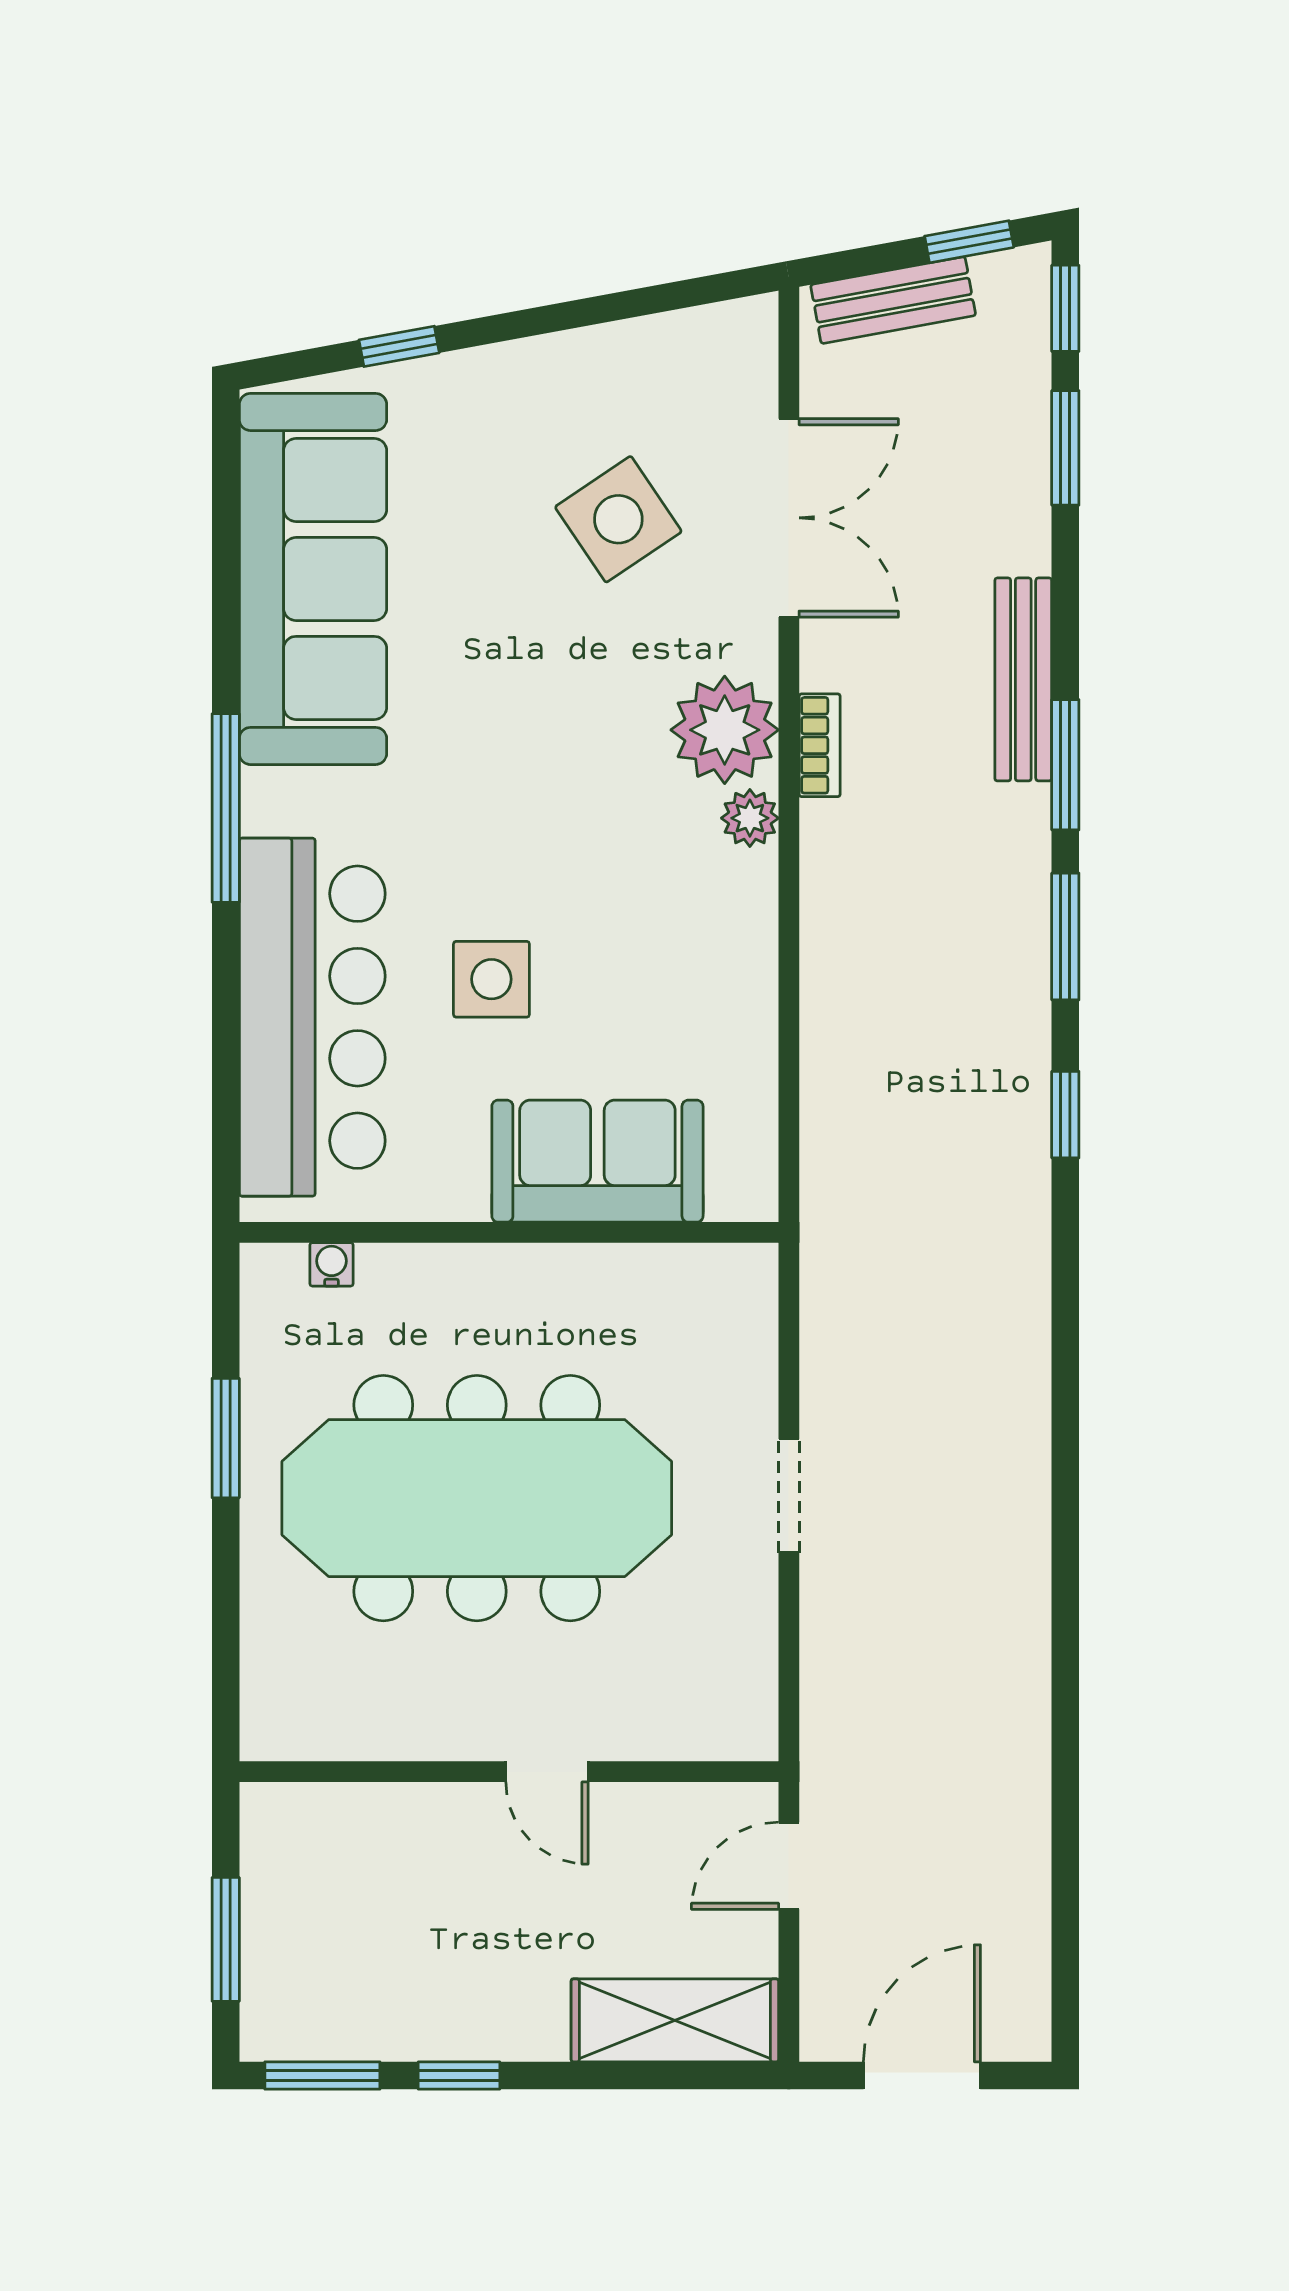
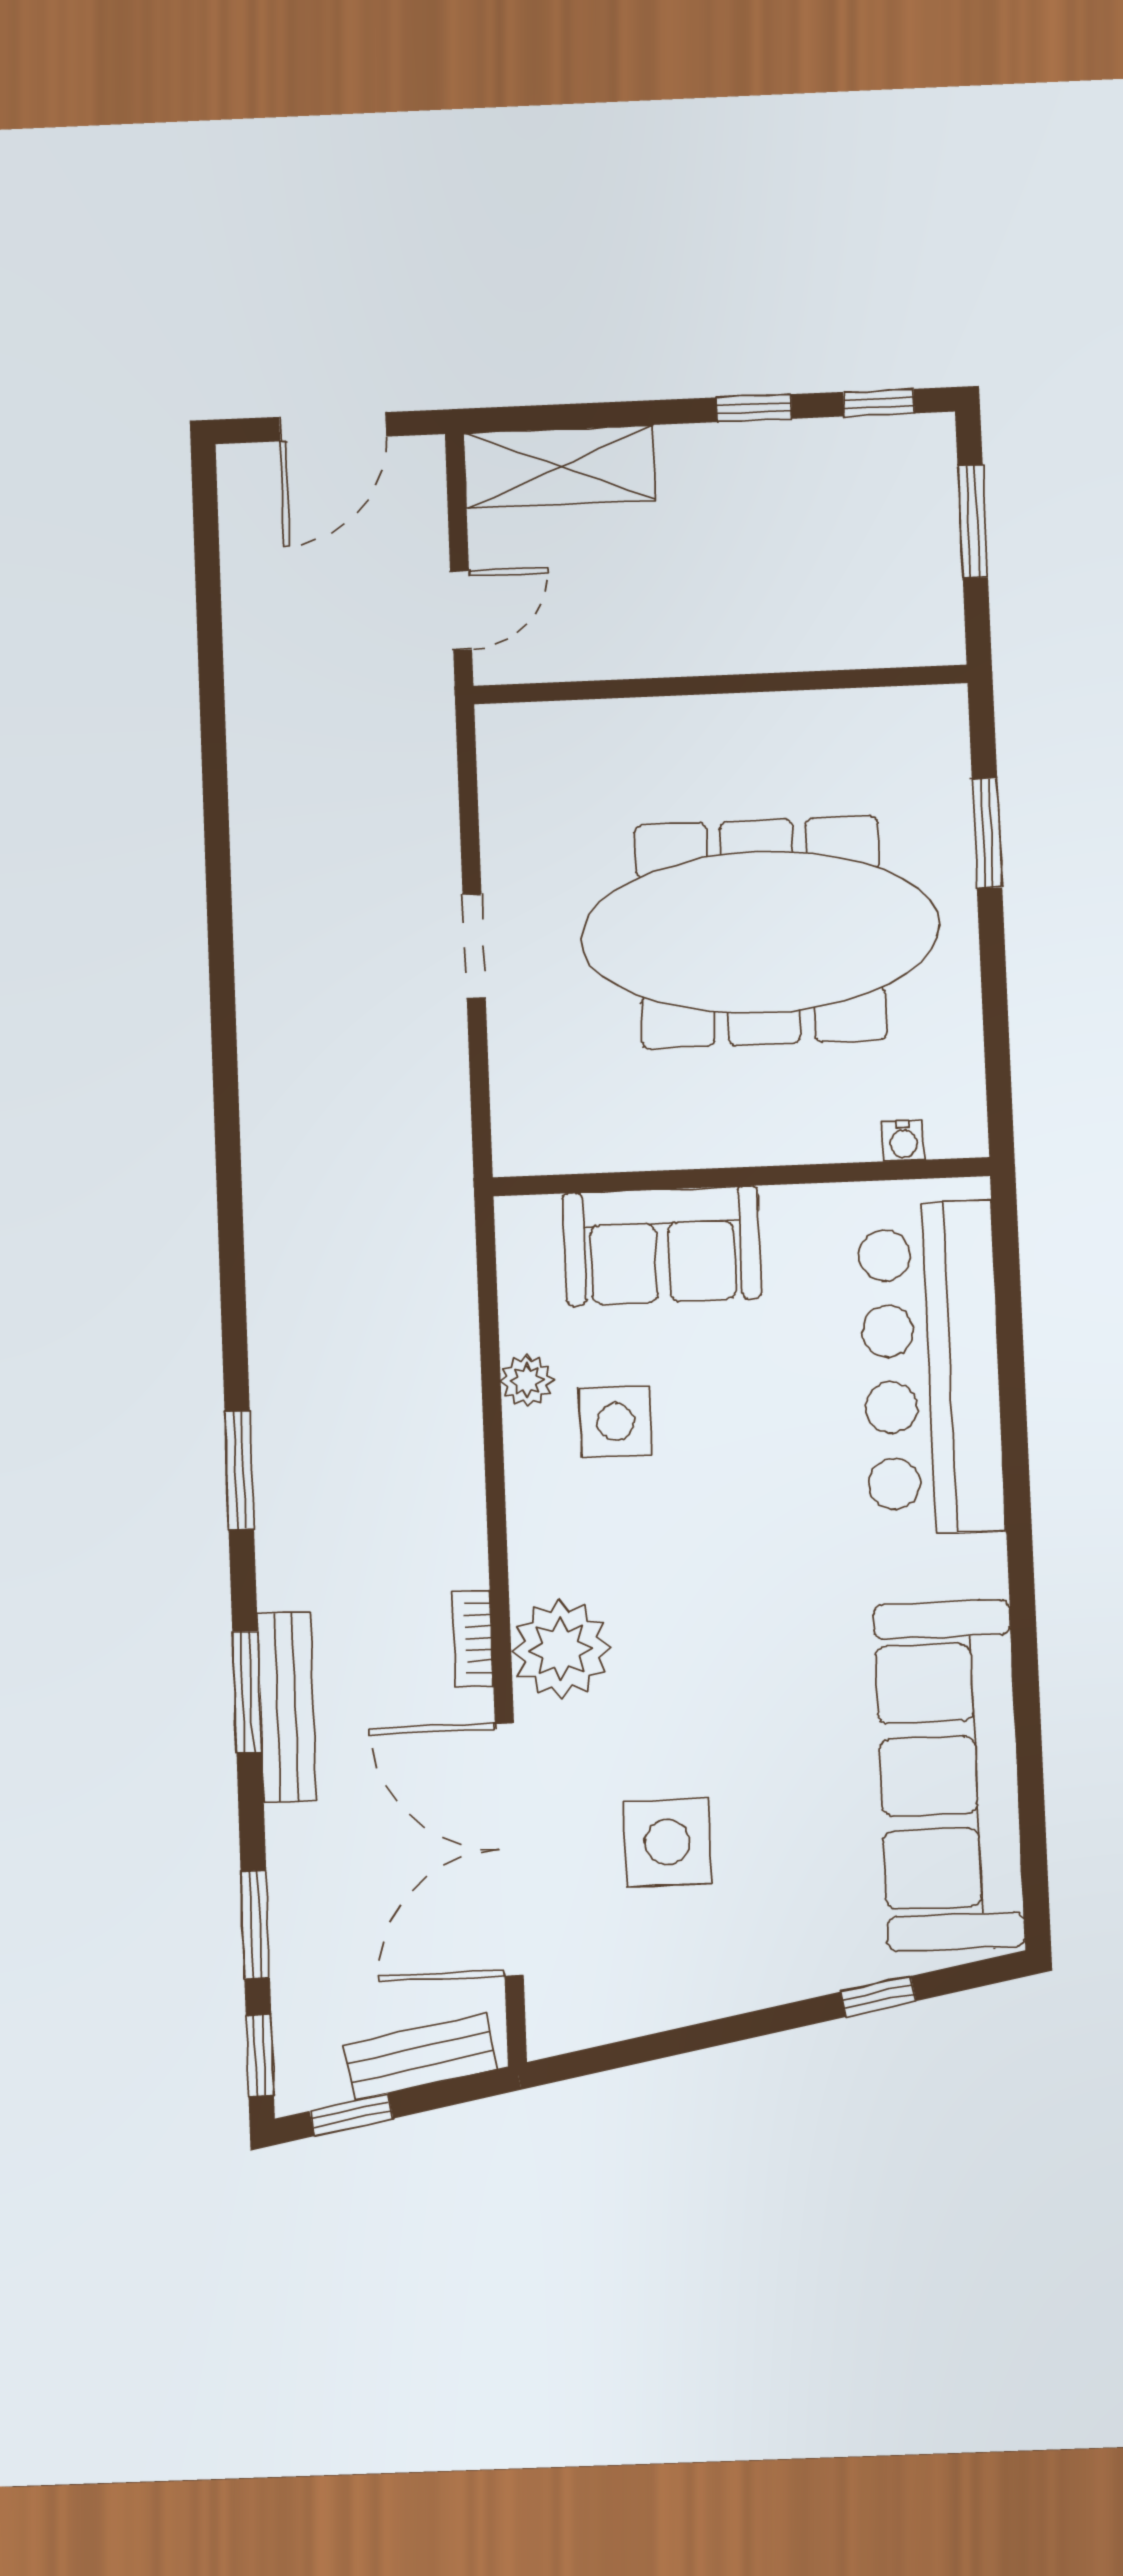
double door: (789, 518) -> (509, 1849), width x1.36
side table: (618, 519) -> (667, 1842), turned 34
window: (1065, 765) -> (247, 1692), moved
window: (226, 808) -> (1020, 1559), removed
plant: (750, 818) -> (527, 1381), moved
side table: (491, 979) -> (616, 1422), moved
window: (1065, 1115) -> (233, 1306), removed
window: (226, 1438) -> (987, 833), moved
door: (547, 1772) -> (685, 686), removed
window: (322, 2076) -> (879, 403), width x0.67

